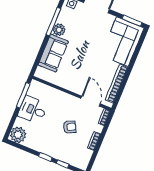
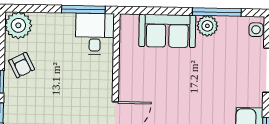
desk: (33, 110) -> (95, 34), moved
armchair: (70, 127) -> (22, 65), moved

